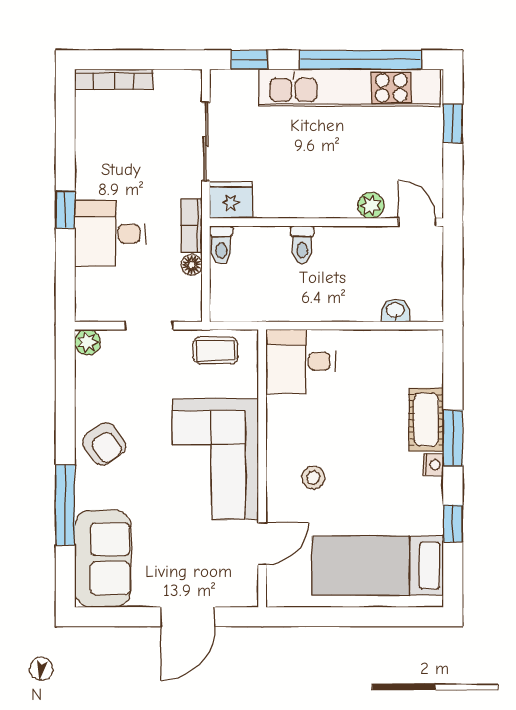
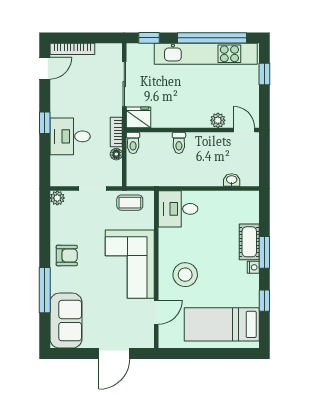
door: (65, 113) -> (45, 68), added
armchair: (104, 444) -> (67, 256), turned -54
stool: (313, 478) -> (185, 275), width x1.89, depth x1.89

